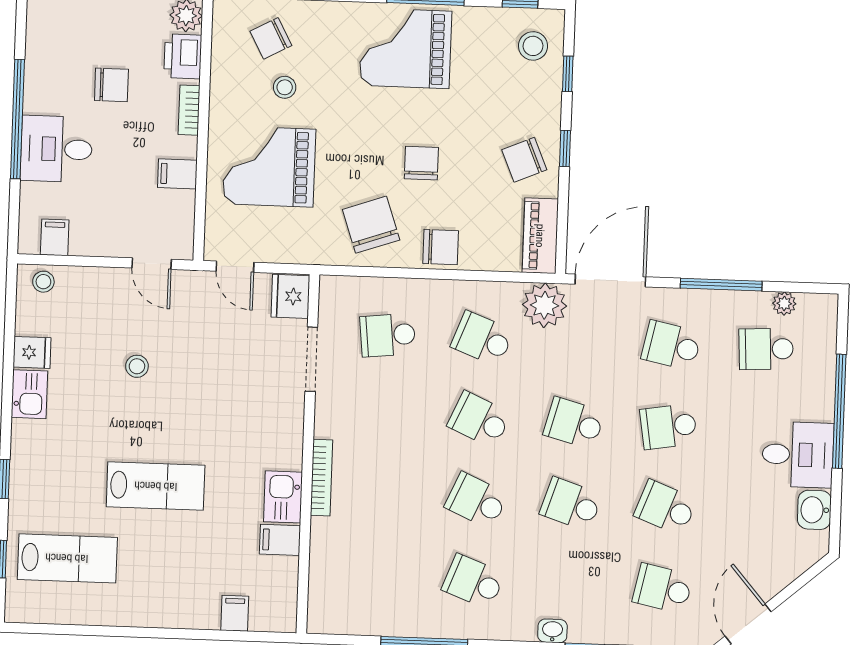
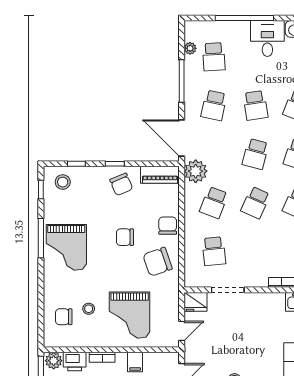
chair: (271, 38) -> (64, 317), turned 118

